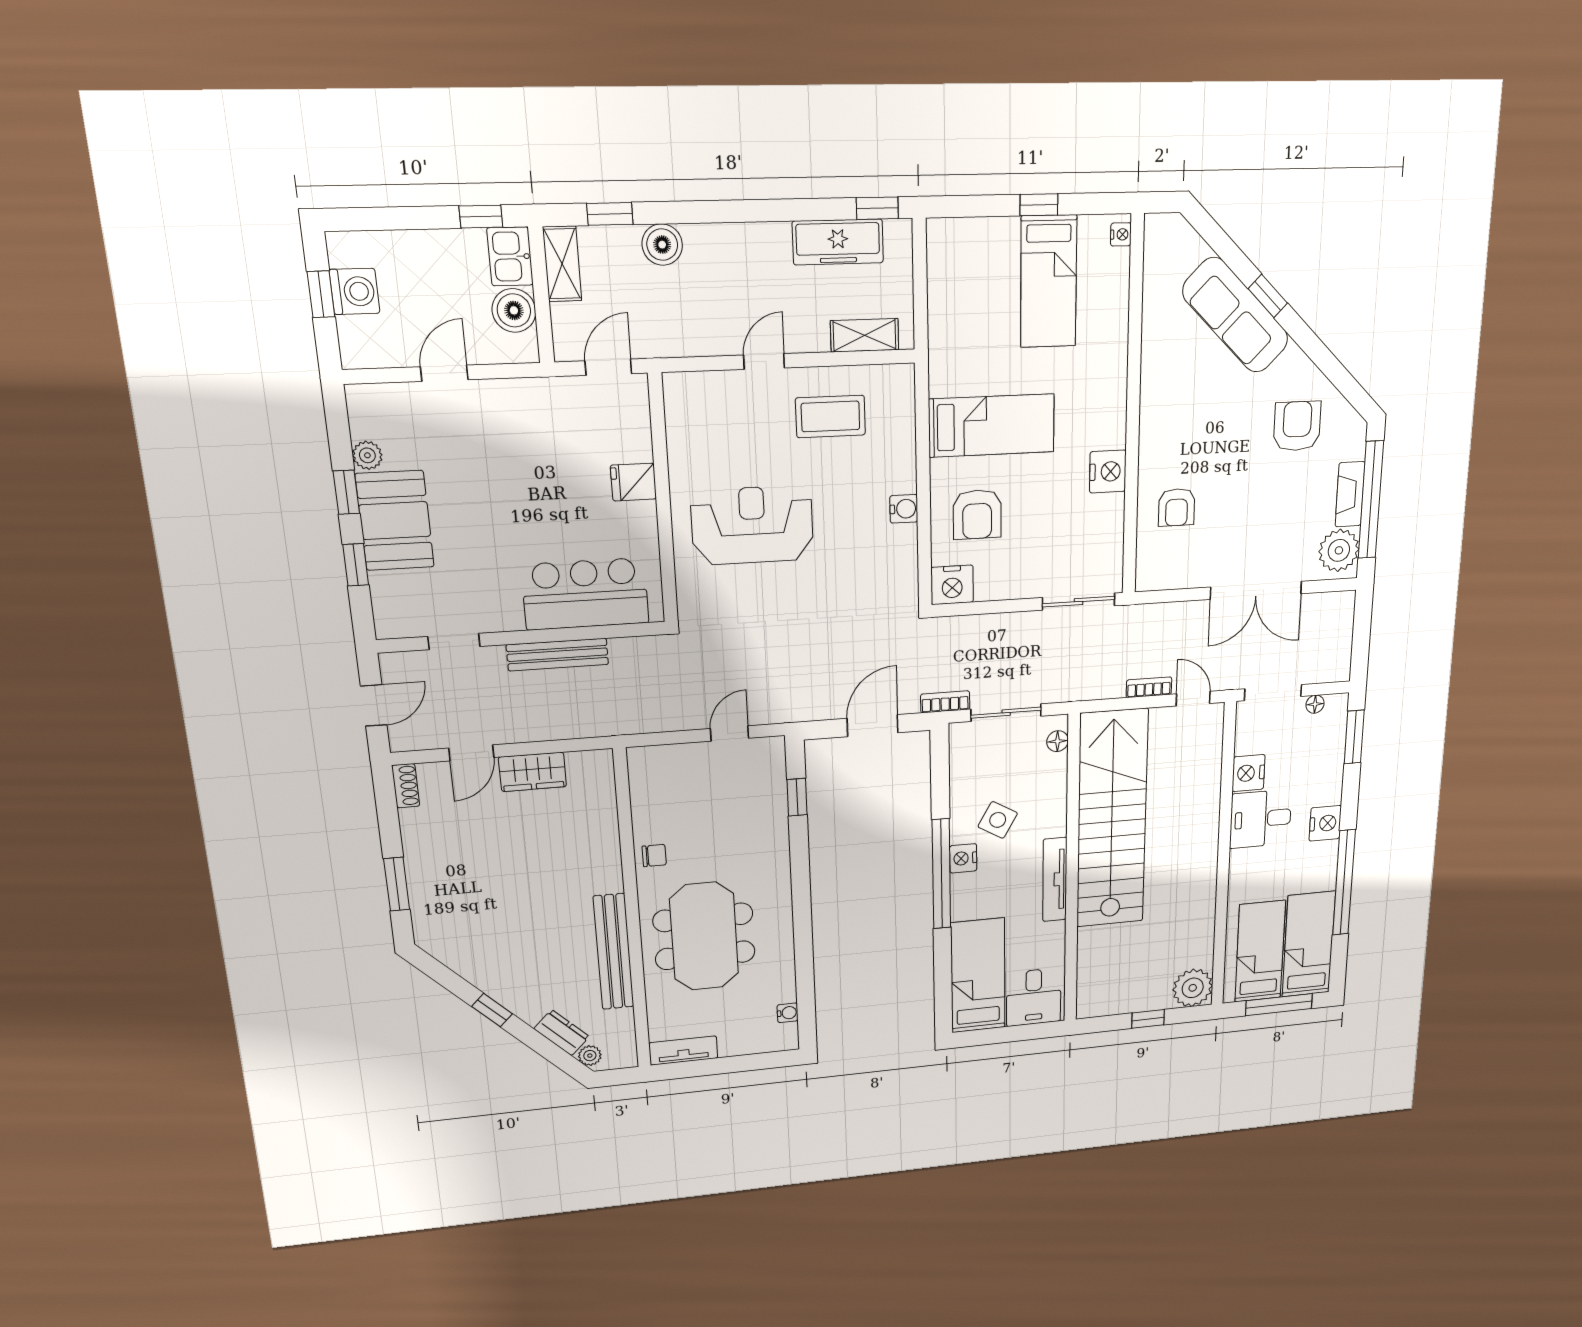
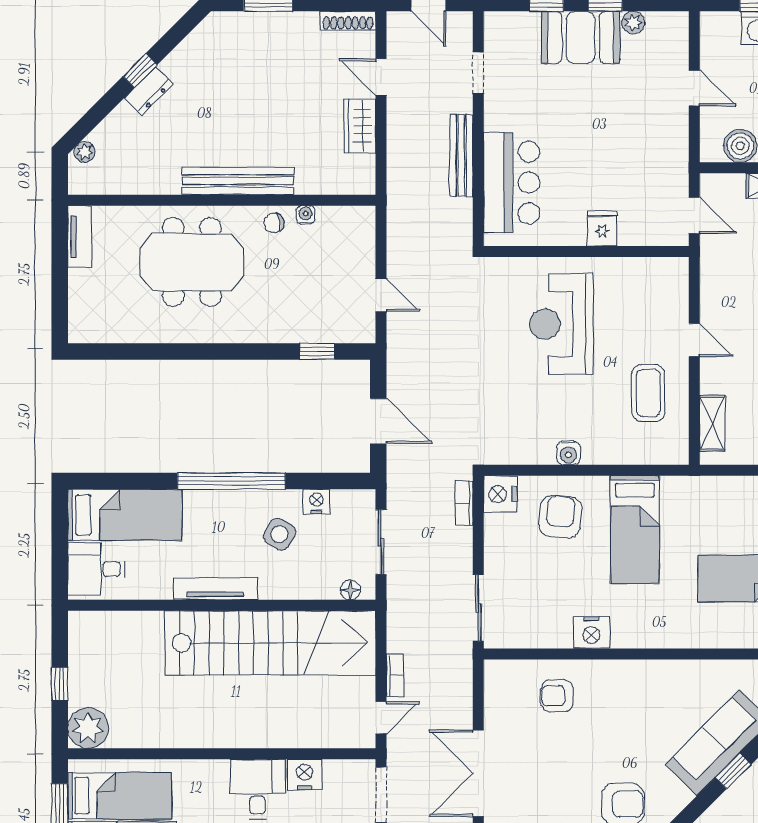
armchair: (977, 514) -> (560, 517), turned 95
reception desk: (752, 525) -> (561, 324), turned 180
bookcase: (945, 702) -> (464, 503), moved, turned 180
shoe rack: (406, 786) -> (348, 21), width x1.43
chair: (654, 856) -> (274, 223), turned 78
nightstand: (963, 858) -> (316, 502), moved
bench: (614, 952) -> (238, 181), moved
water cooler: (788, 1013) -> (306, 215), moved, turned 180
dresser: (562, 1033) -> (149, 91), moved

